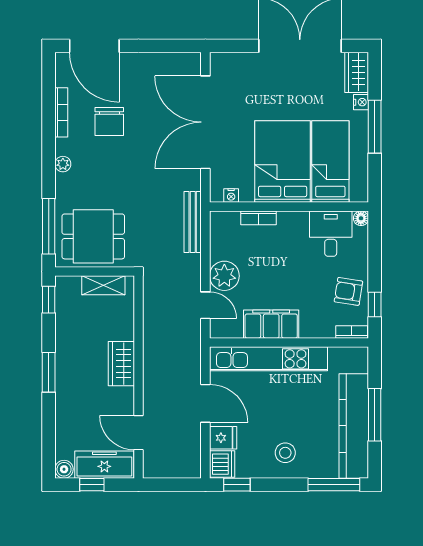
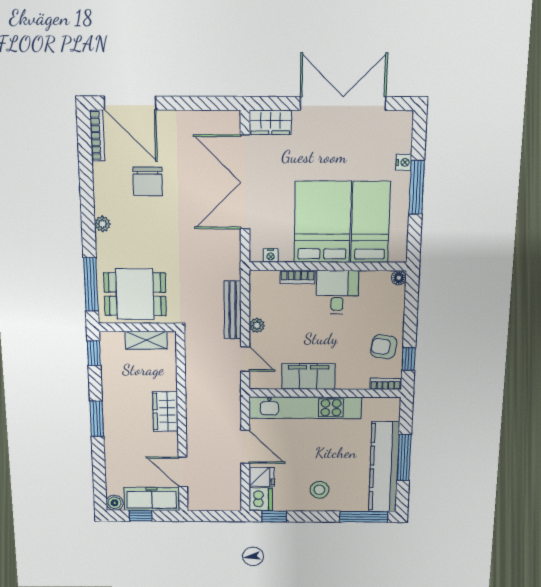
wardrobe: (357, 72) -> (270, 122), moved, turned -90
bookcase: (61, 112) -> (97, 135), moved
bench: (193, 222) -> (233, 310), moved
desk: (331, 234) -> (337, 292), moved
plant: (224, 276) -> (257, 325), width x0.53, depth x0.53

